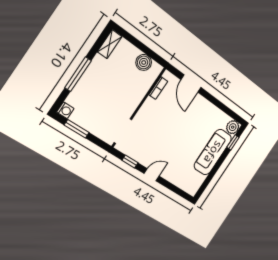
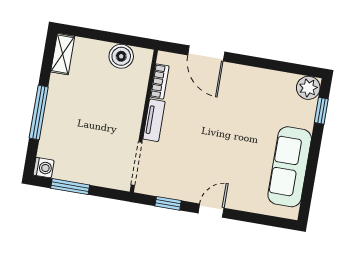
tv unit: (145, 110) -> (154, 120), added
sofa: (213, 152) -> (290, 167), moved

